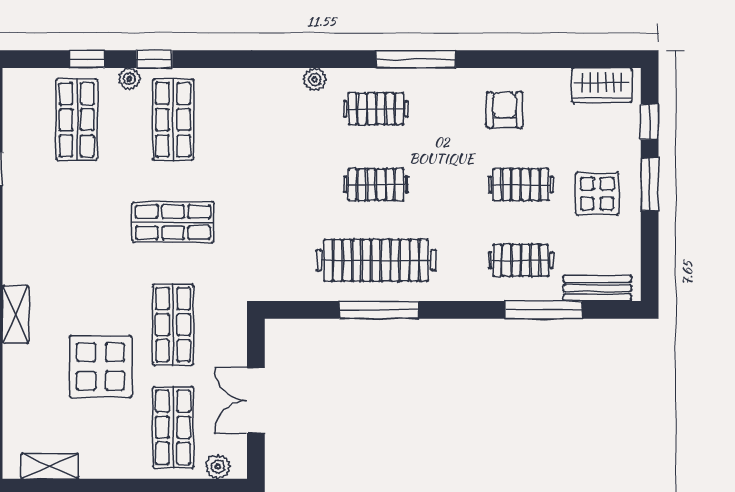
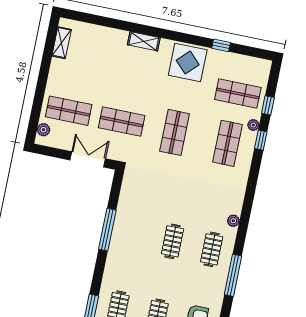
shop shelf: (173, 120) -> (228, 143), turned 90
clothes rail: (376, 260) -> (133, 233), removed
display table: (101, 366) -> (188, 63), moved
double door: (256, 400) -> (88, 159), moved

